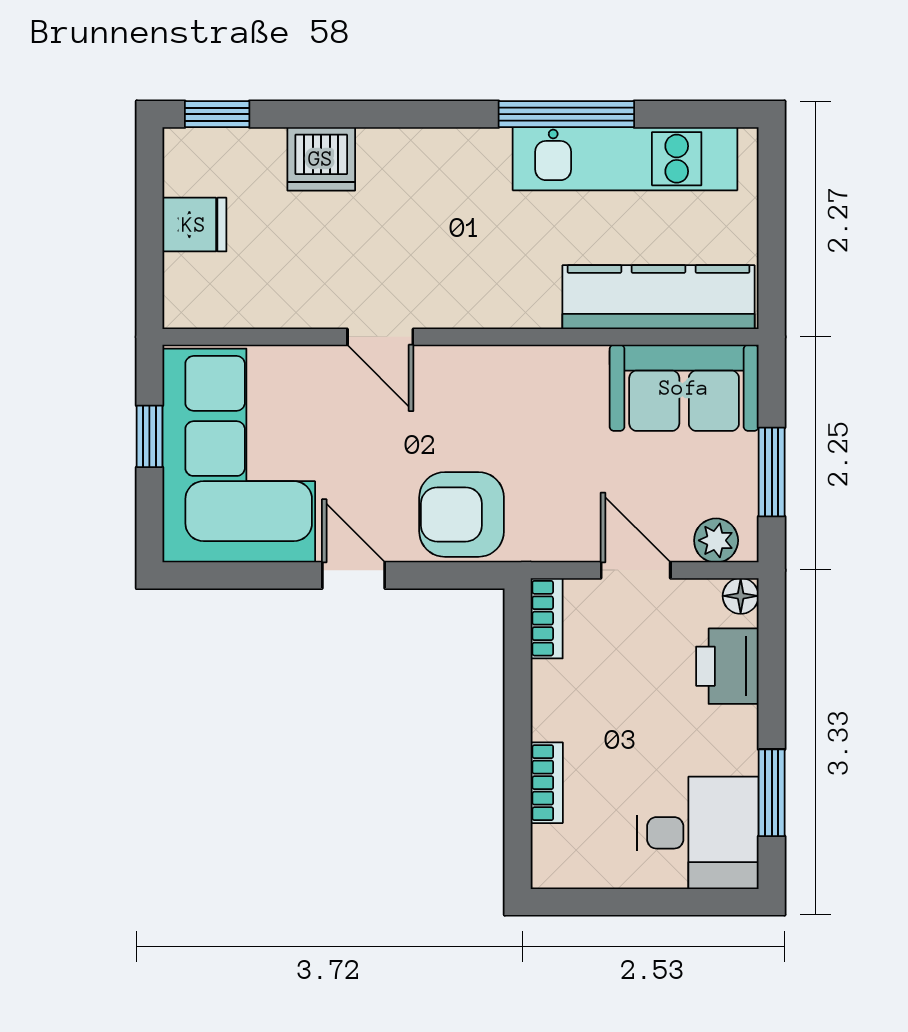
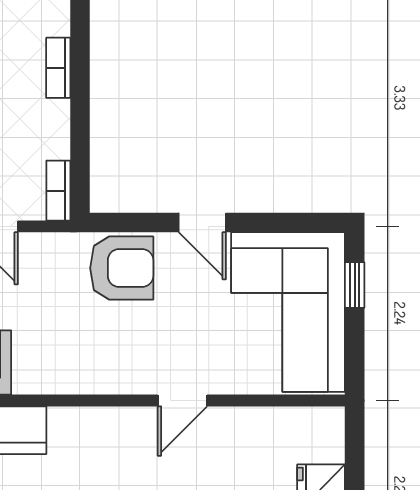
door: (380, 337) -> (182, 400), swing flipped
window: (149, 436) -> (355, 285), moved

